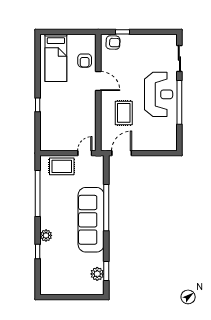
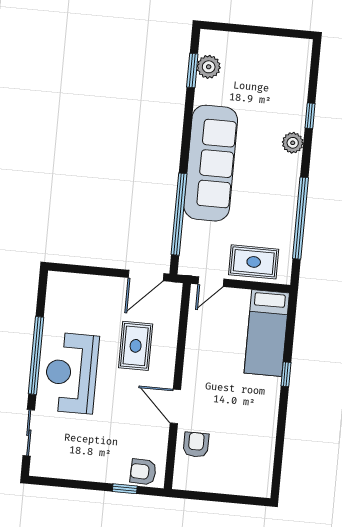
bed: (56, 58) -> (267, 333), moved, turned 180
window: (106, 208) -> (179, 214), moved

